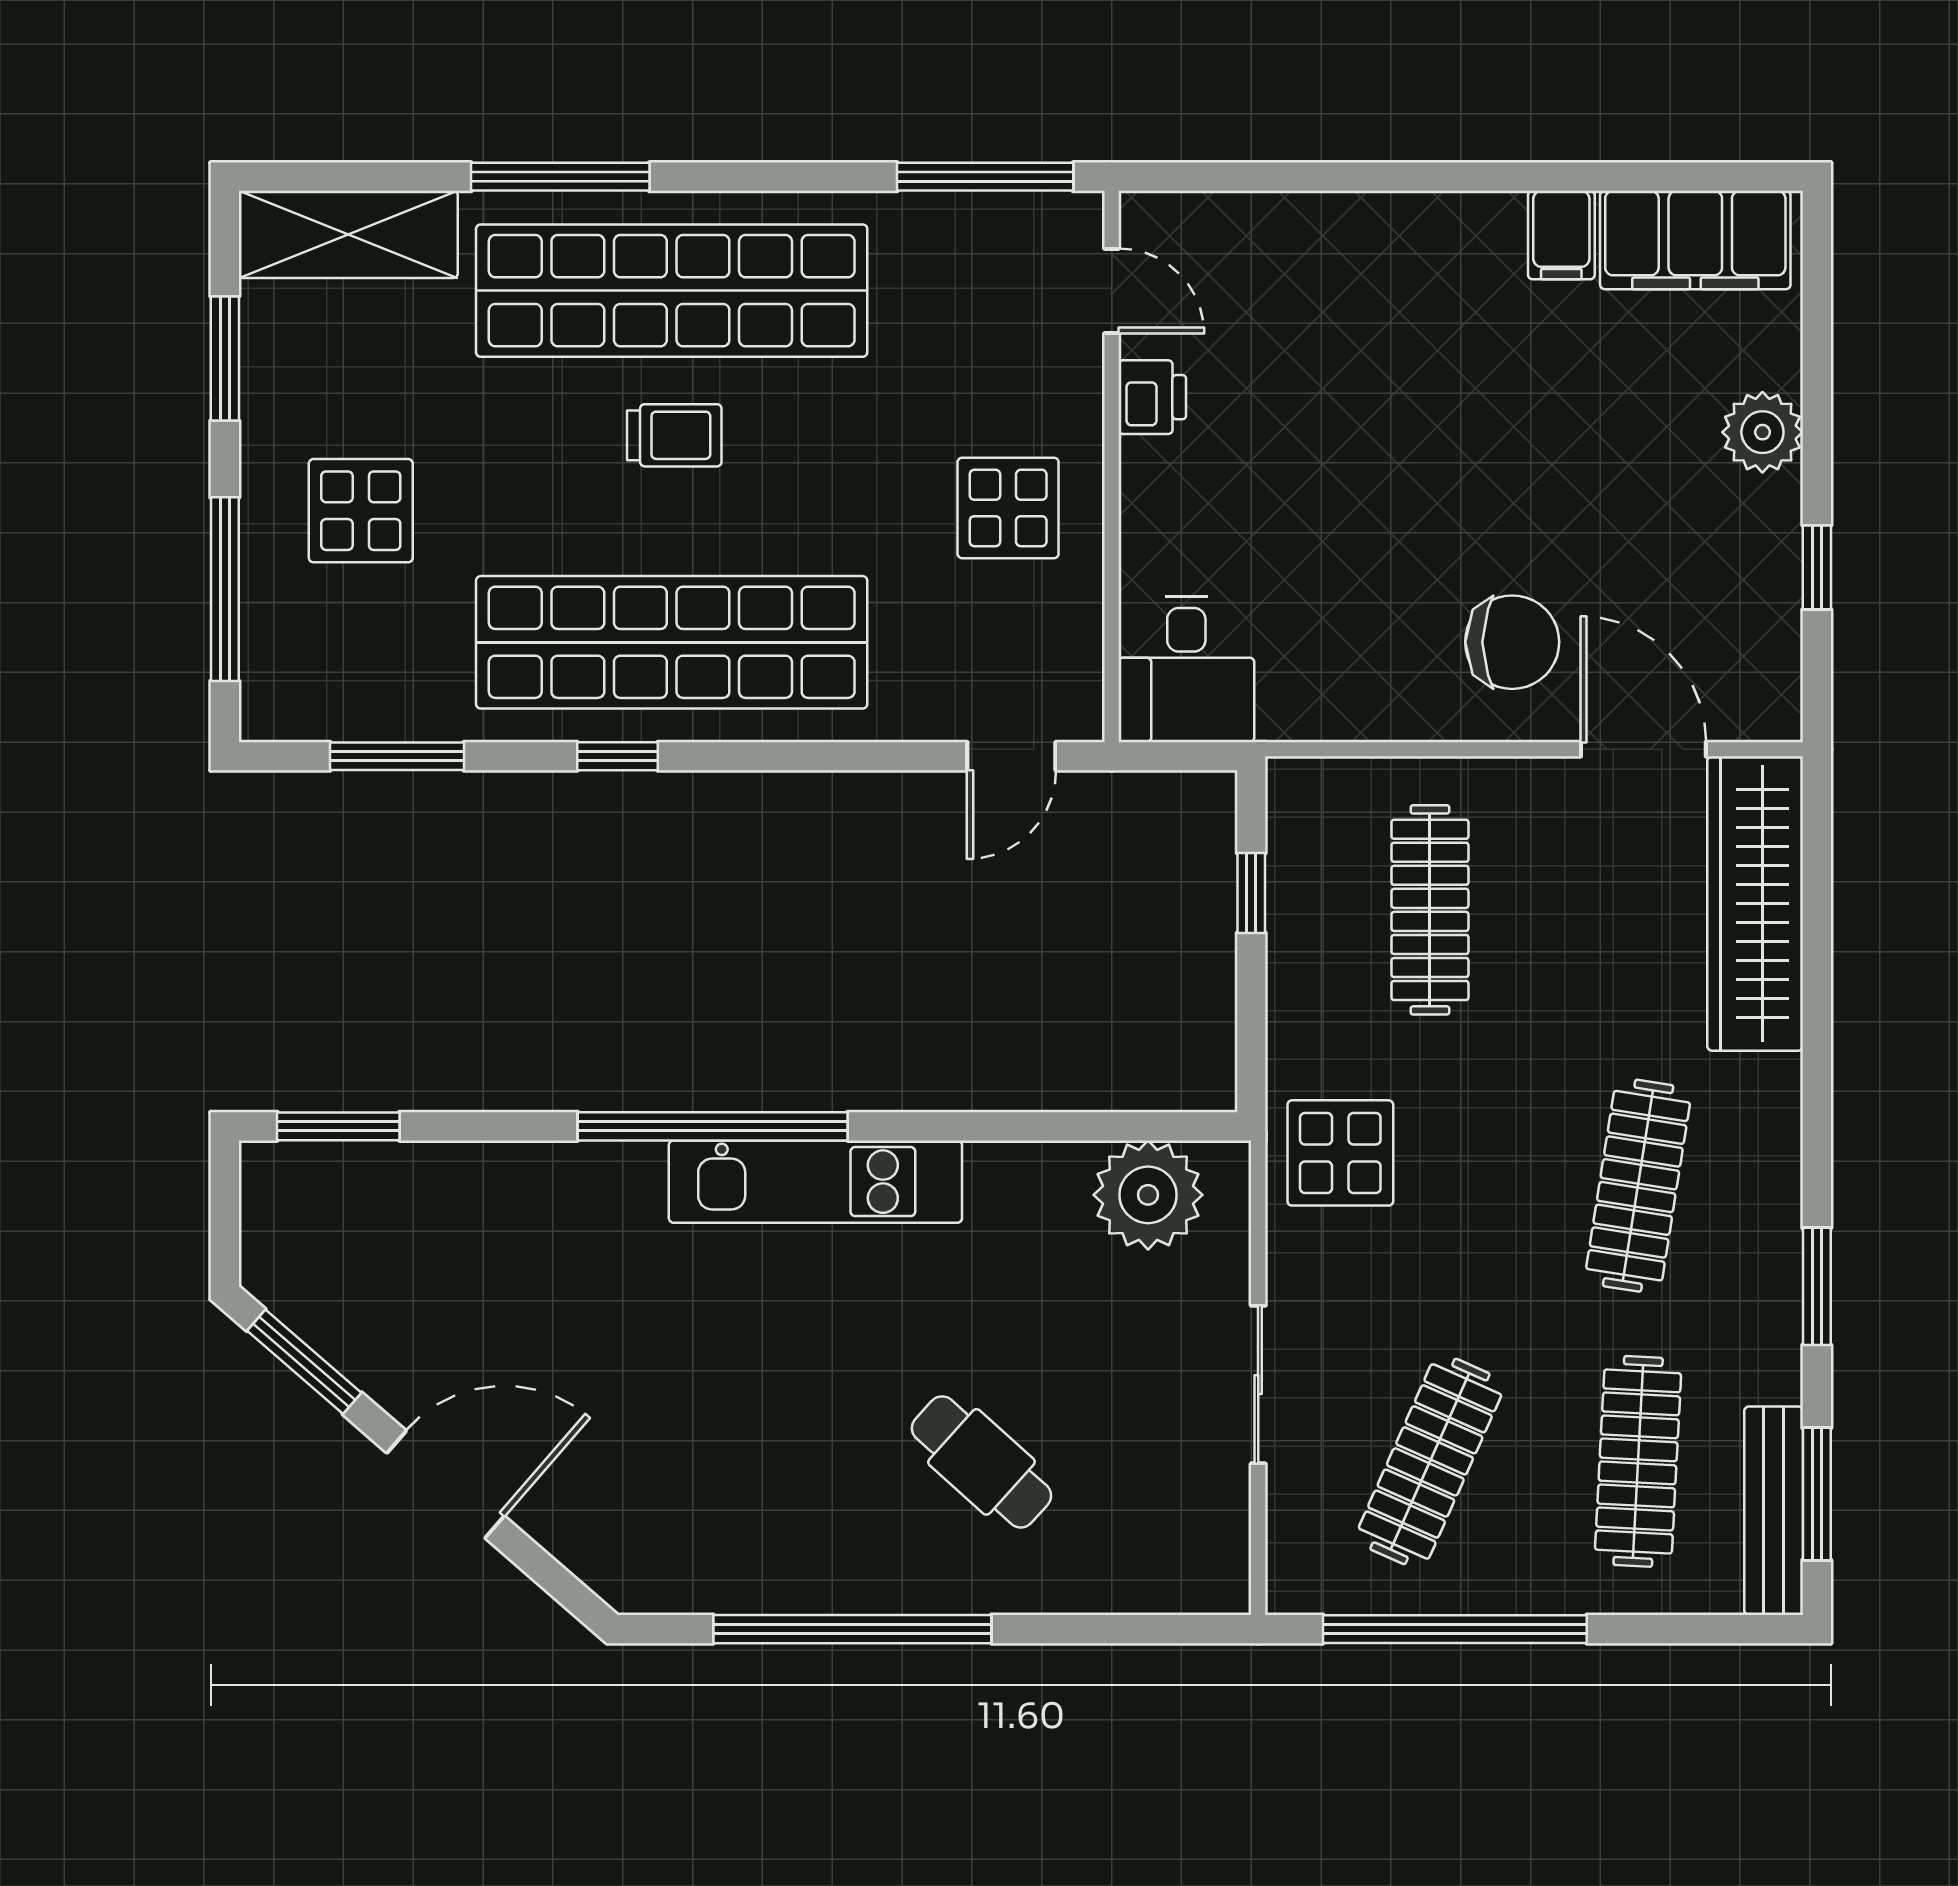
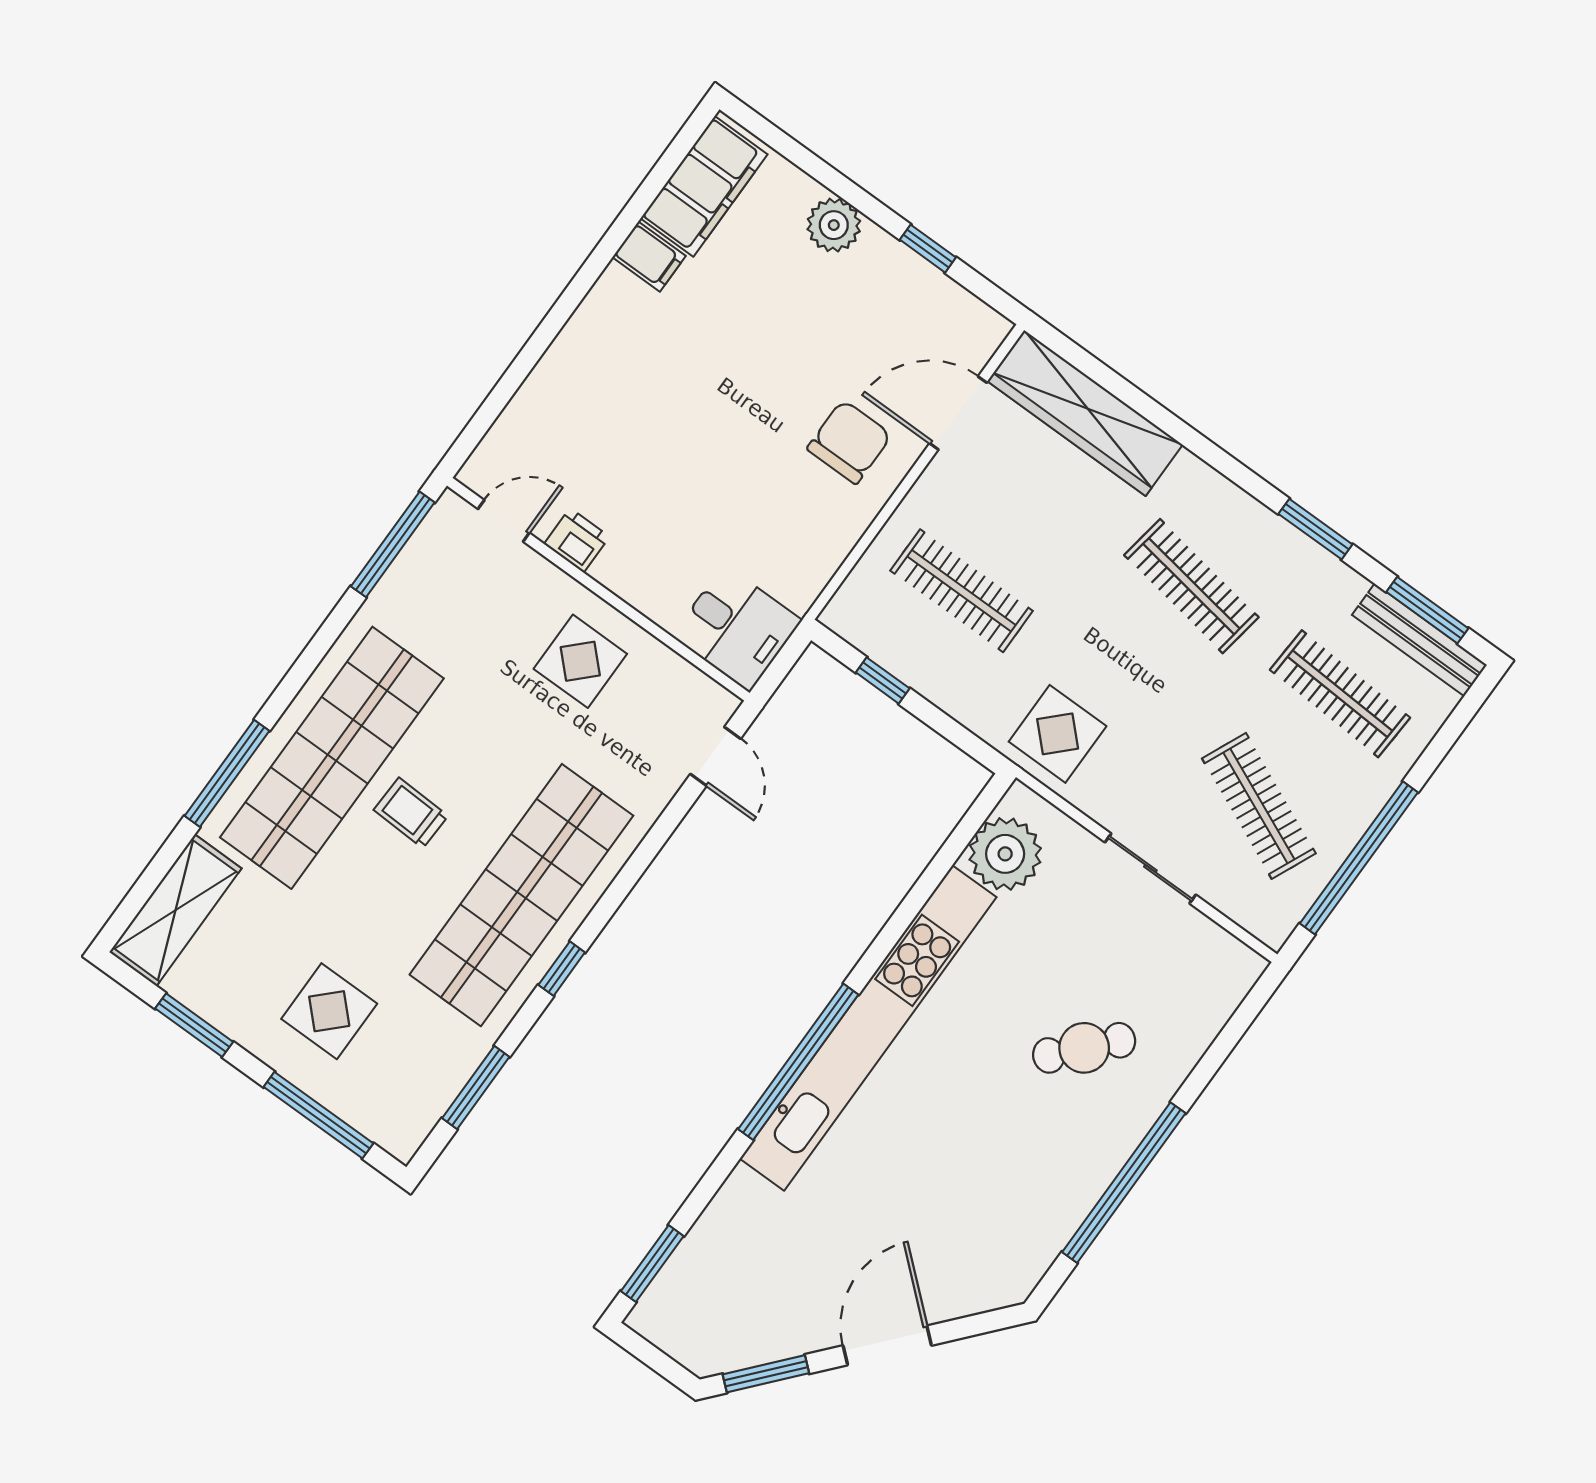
trolley: (674, 435) -> (411, 813), turned -88
kitchen unit: (815, 1182) -> (868, 1028), width x1.86

